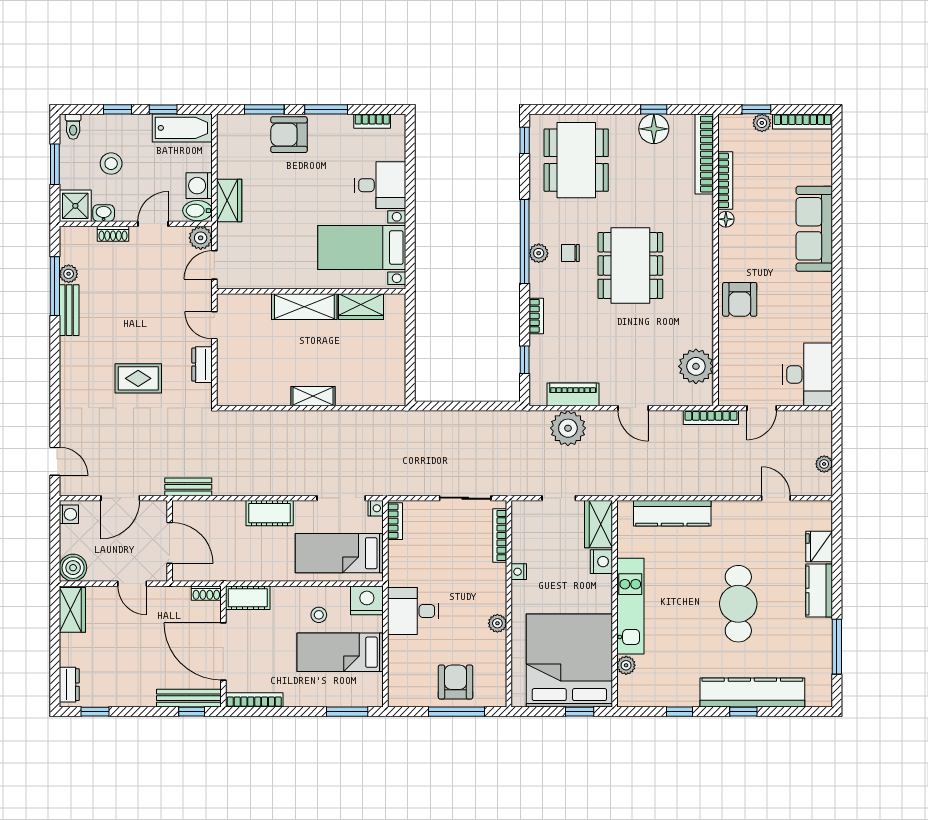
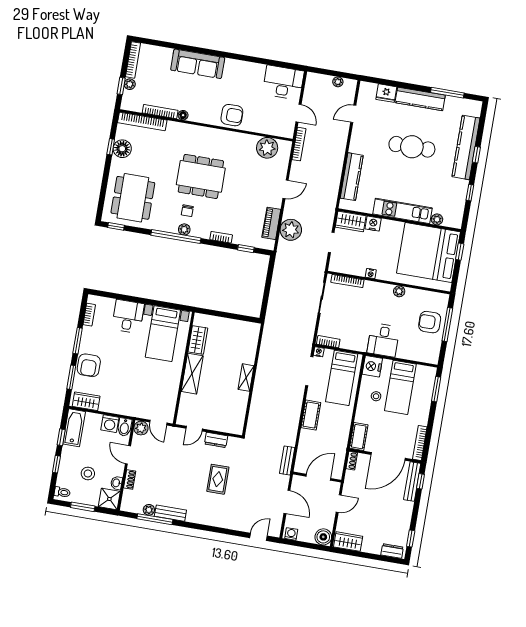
dining table: (576, 160) -> (133, 198), turned 90
wardrobe: (229, 200) -> (86, 401), moved
kitchen counter: (819, 591) -> (420, 99), width x1.50

